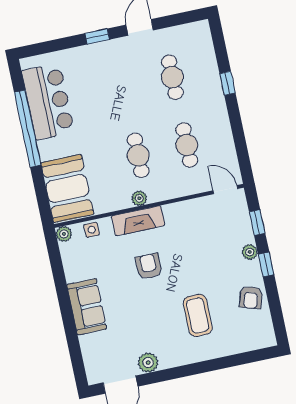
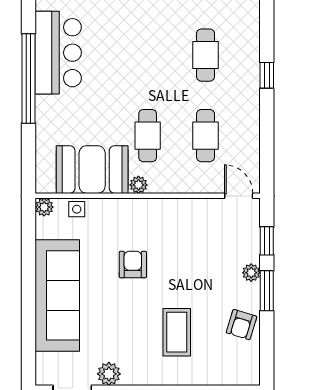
booth: (67, 189) -> (92, 170), moved, turned 90
fireplace: (138, 221) -> (132, 210), removed
window: (266, 264) -> (267, 291), width x1.50
sofa: (87, 307) -> (57, 295), width x1.85, depth x1.27

